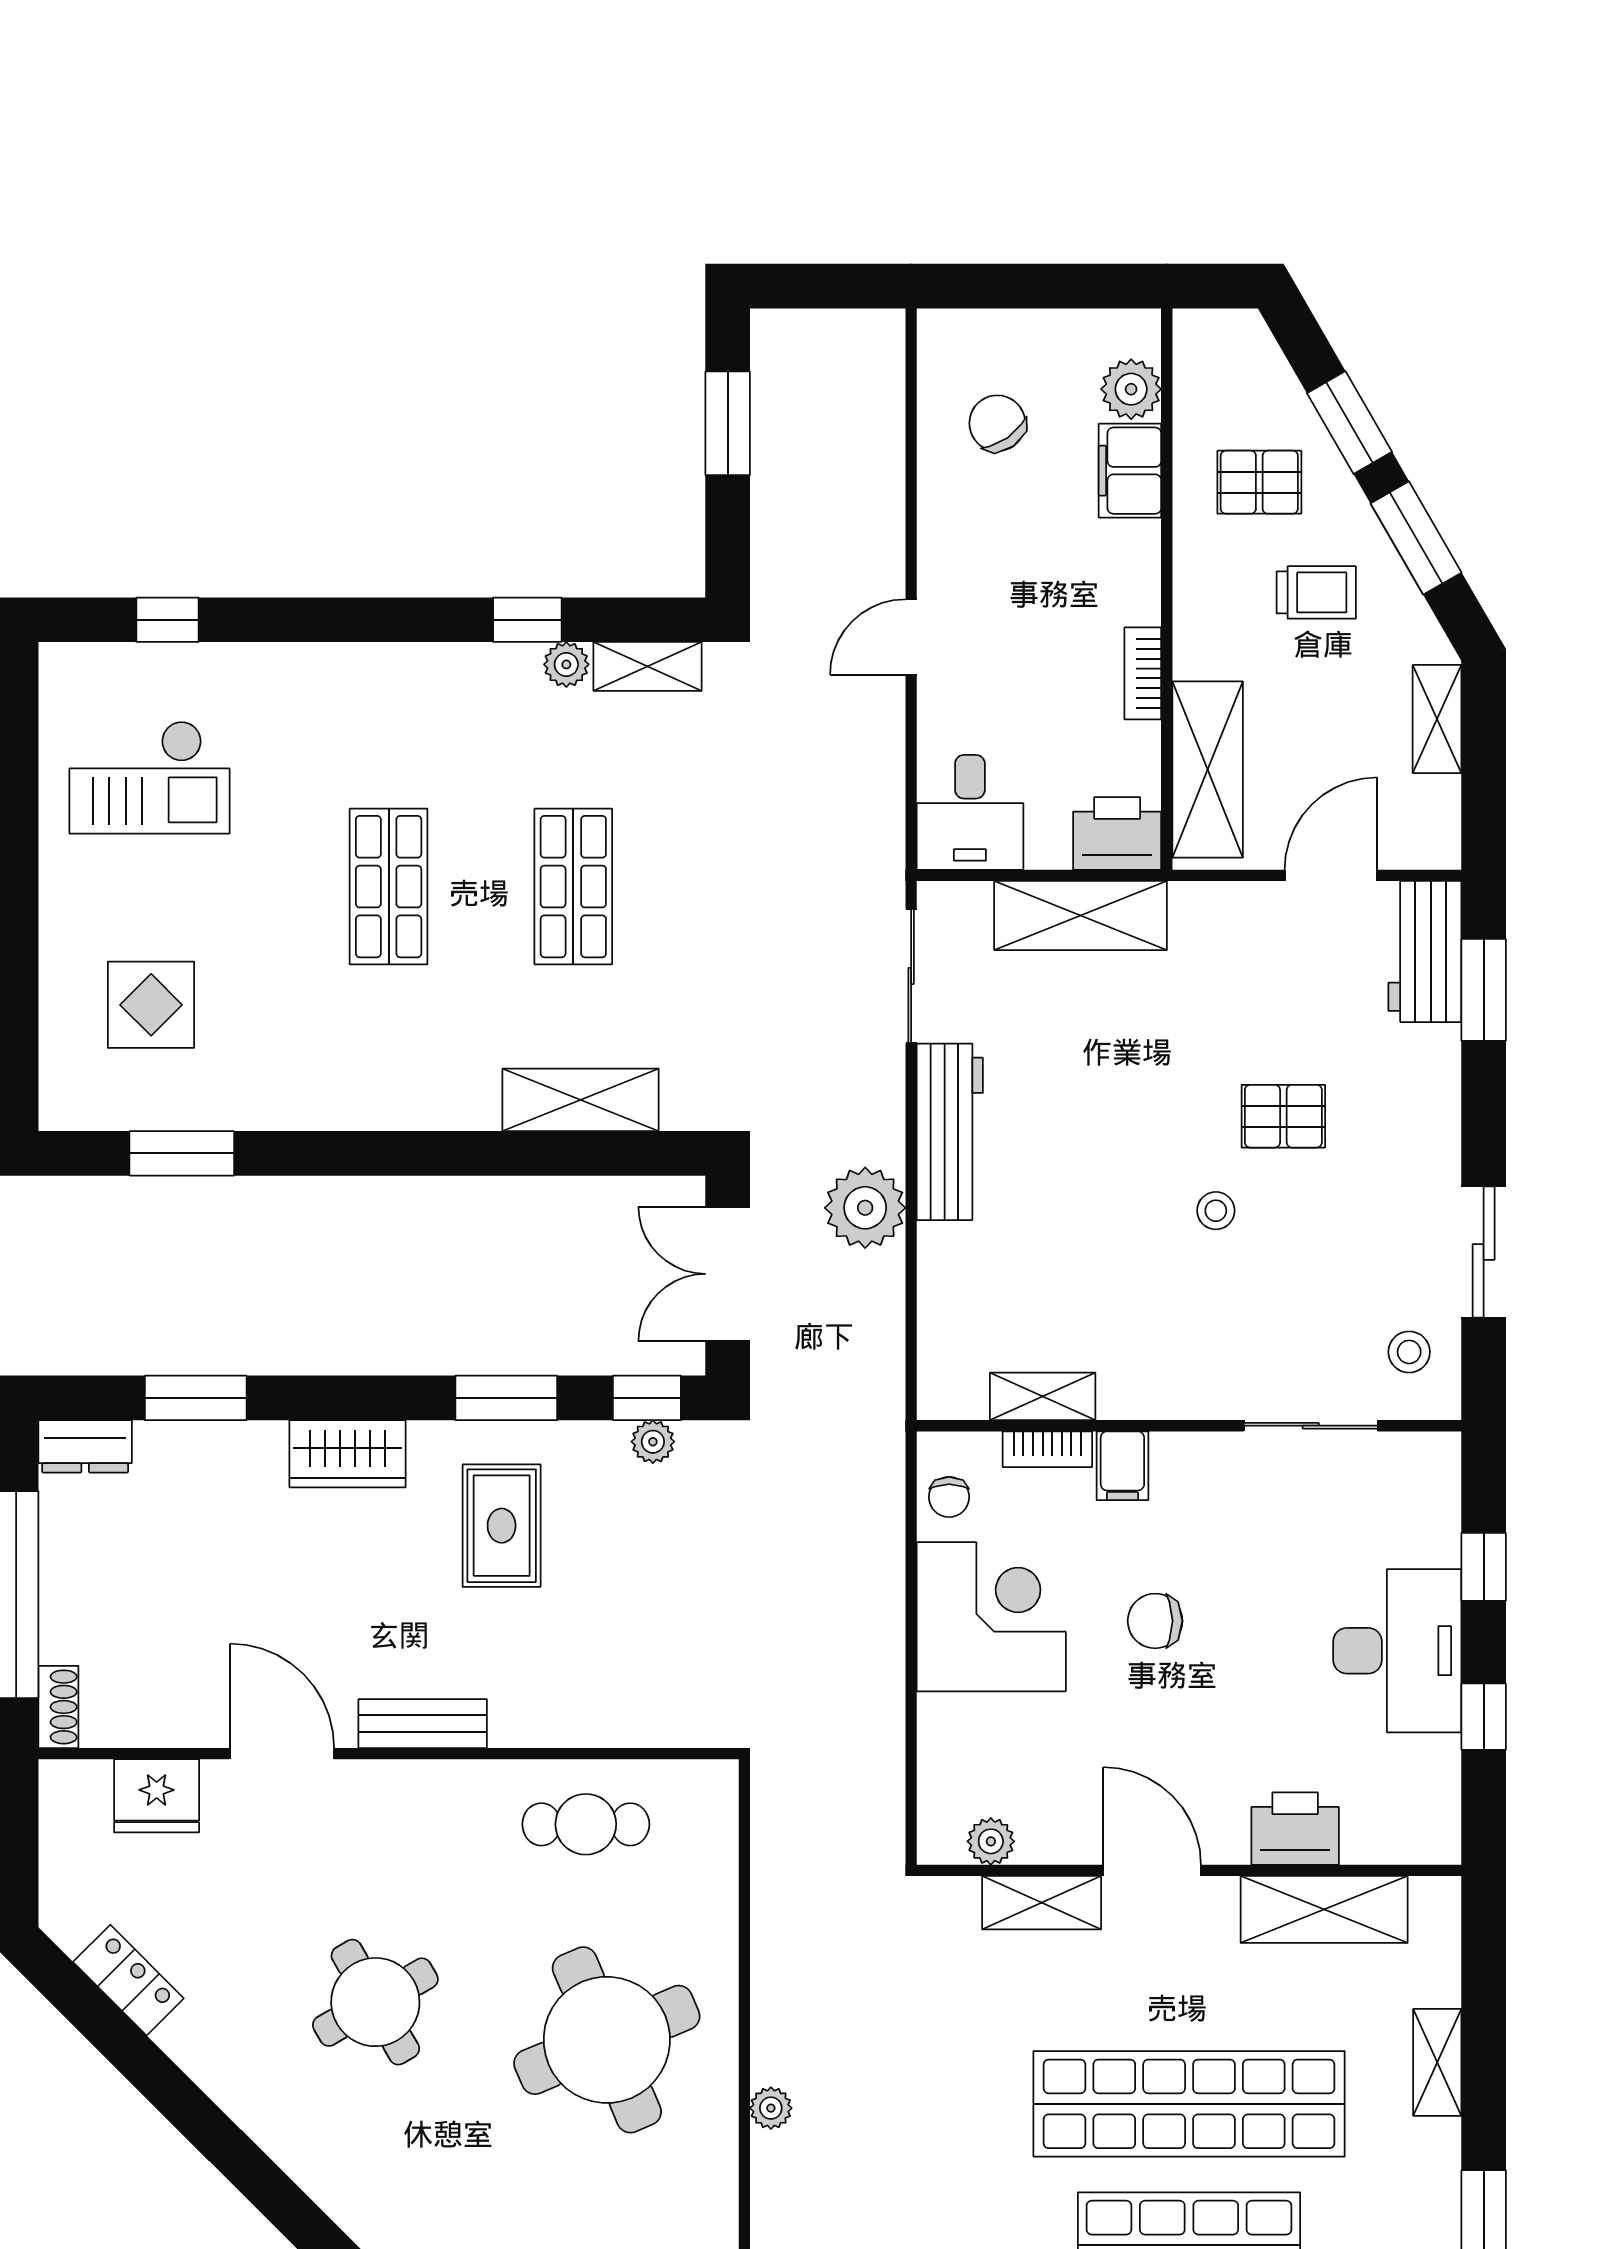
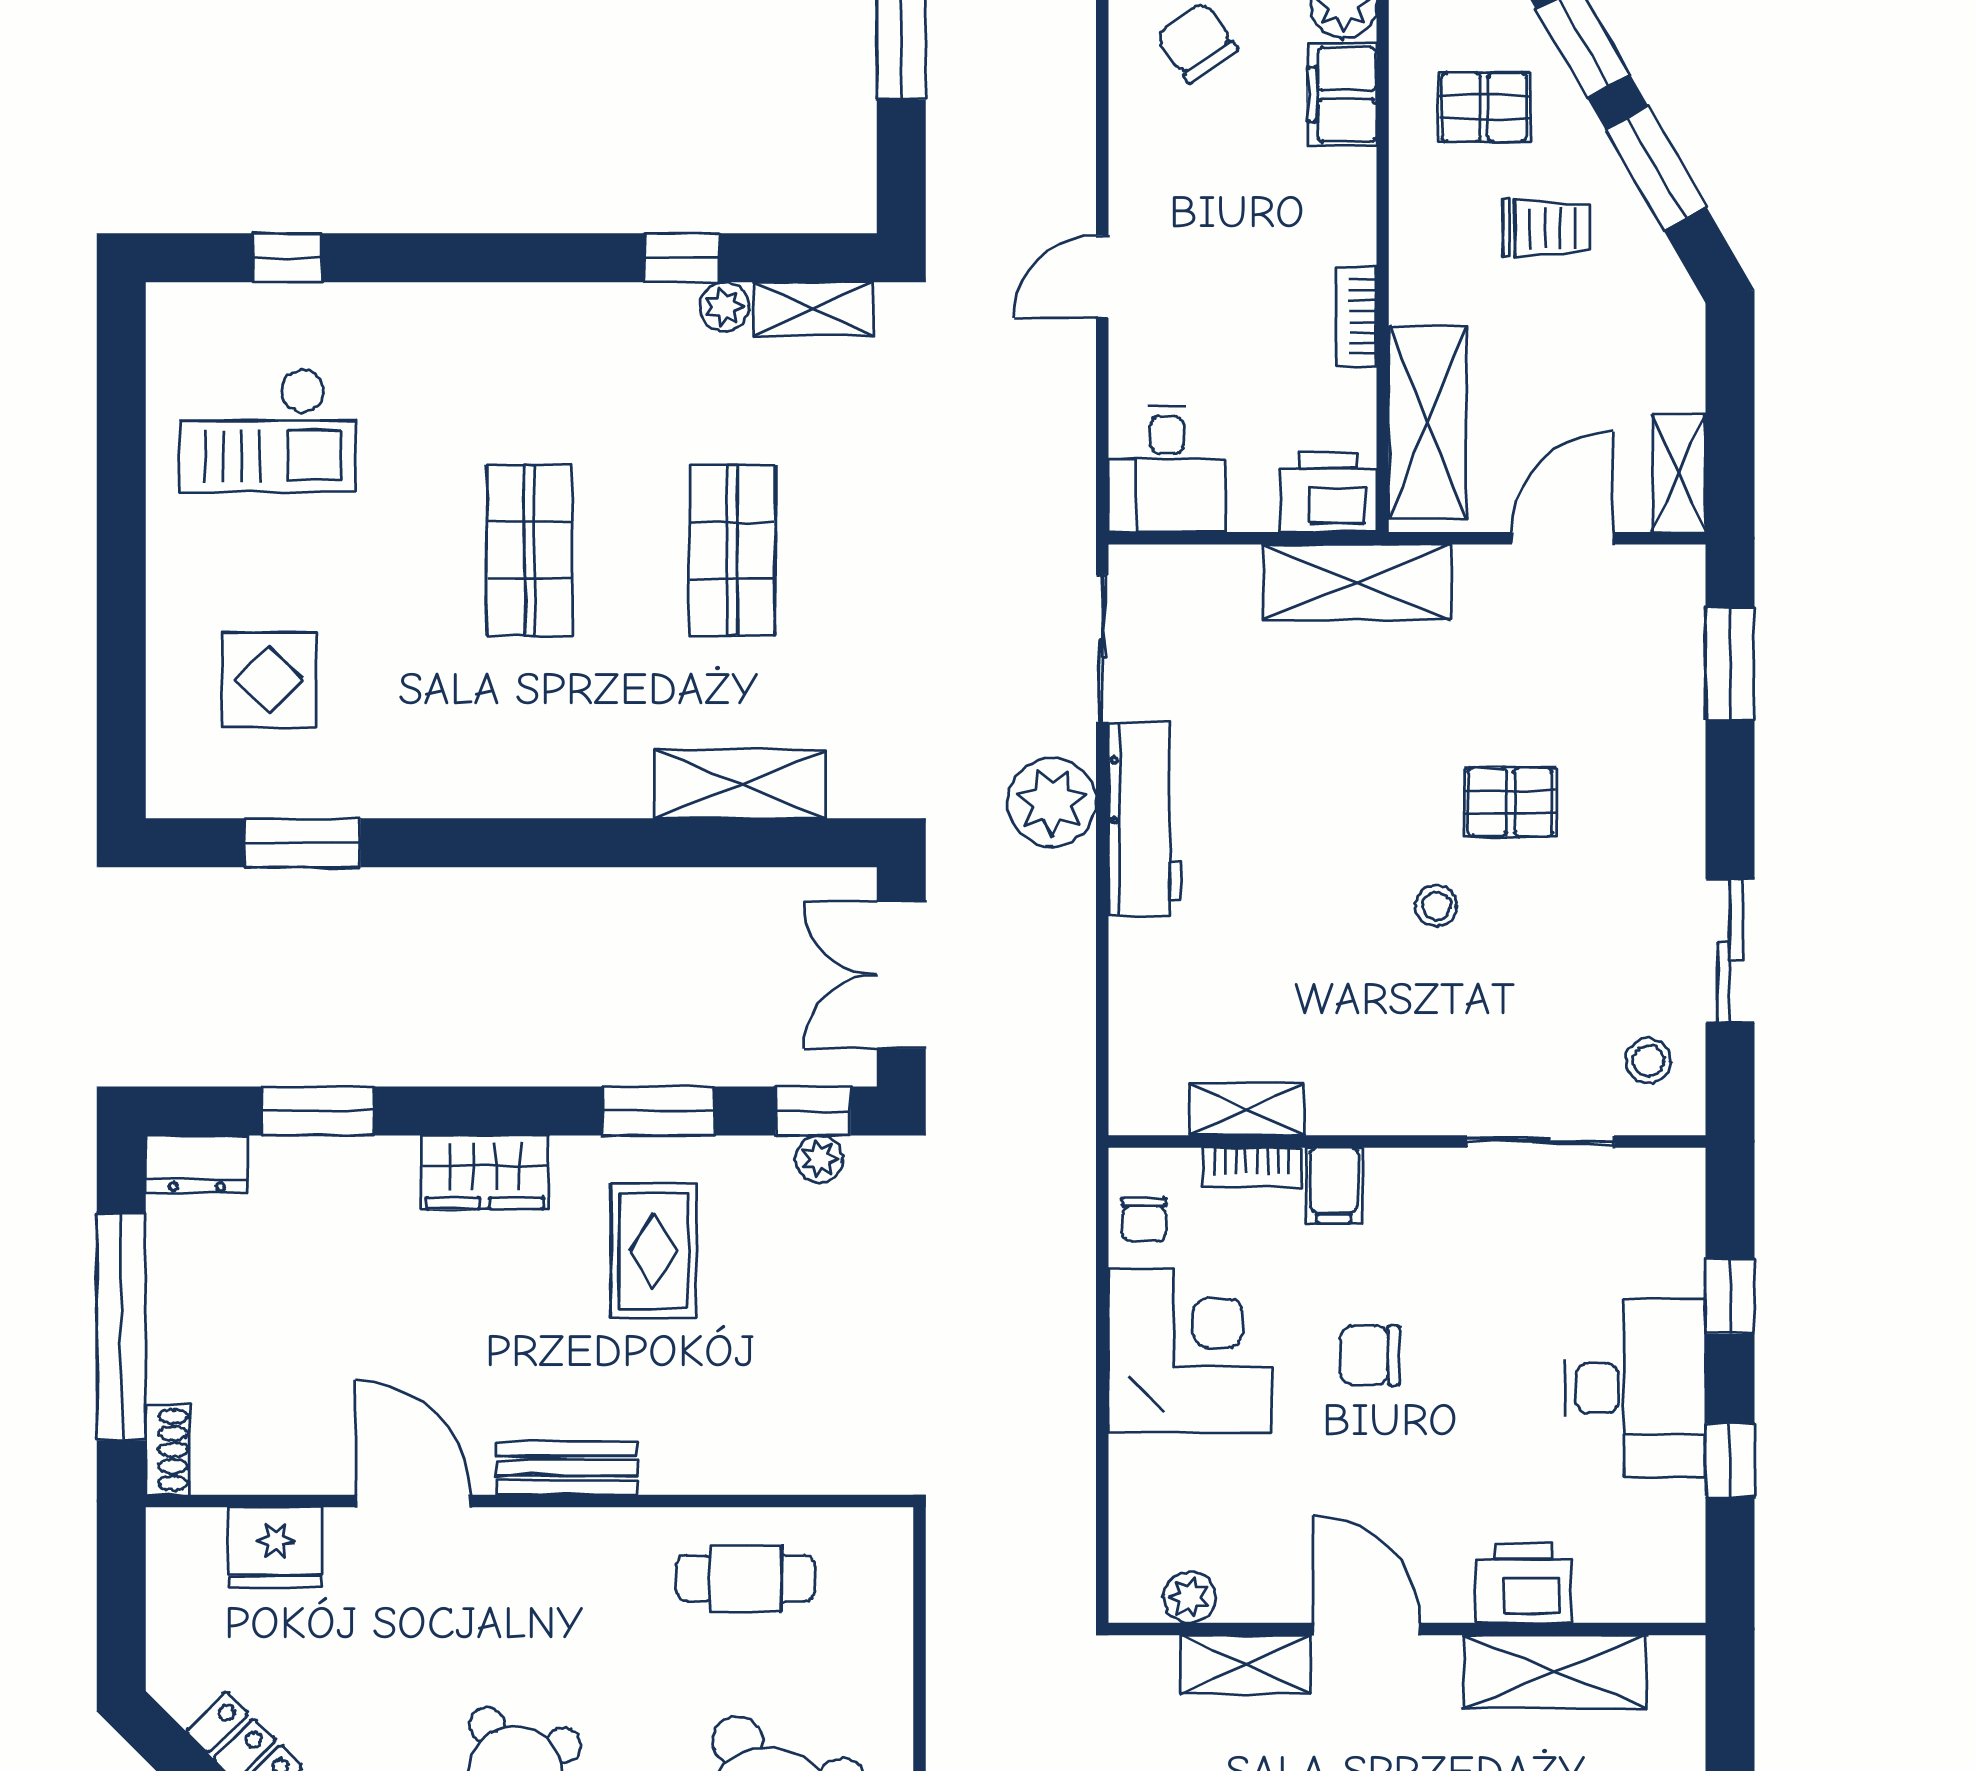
shelving: (1437, 719) -> (1679, 473), moved
shelving: (1081, 916) -> (1357, 582), moved
workbench: (1425, 952) -> (1666, 622), removed
plant: (865, 1208) -> (1052, 802), moved

